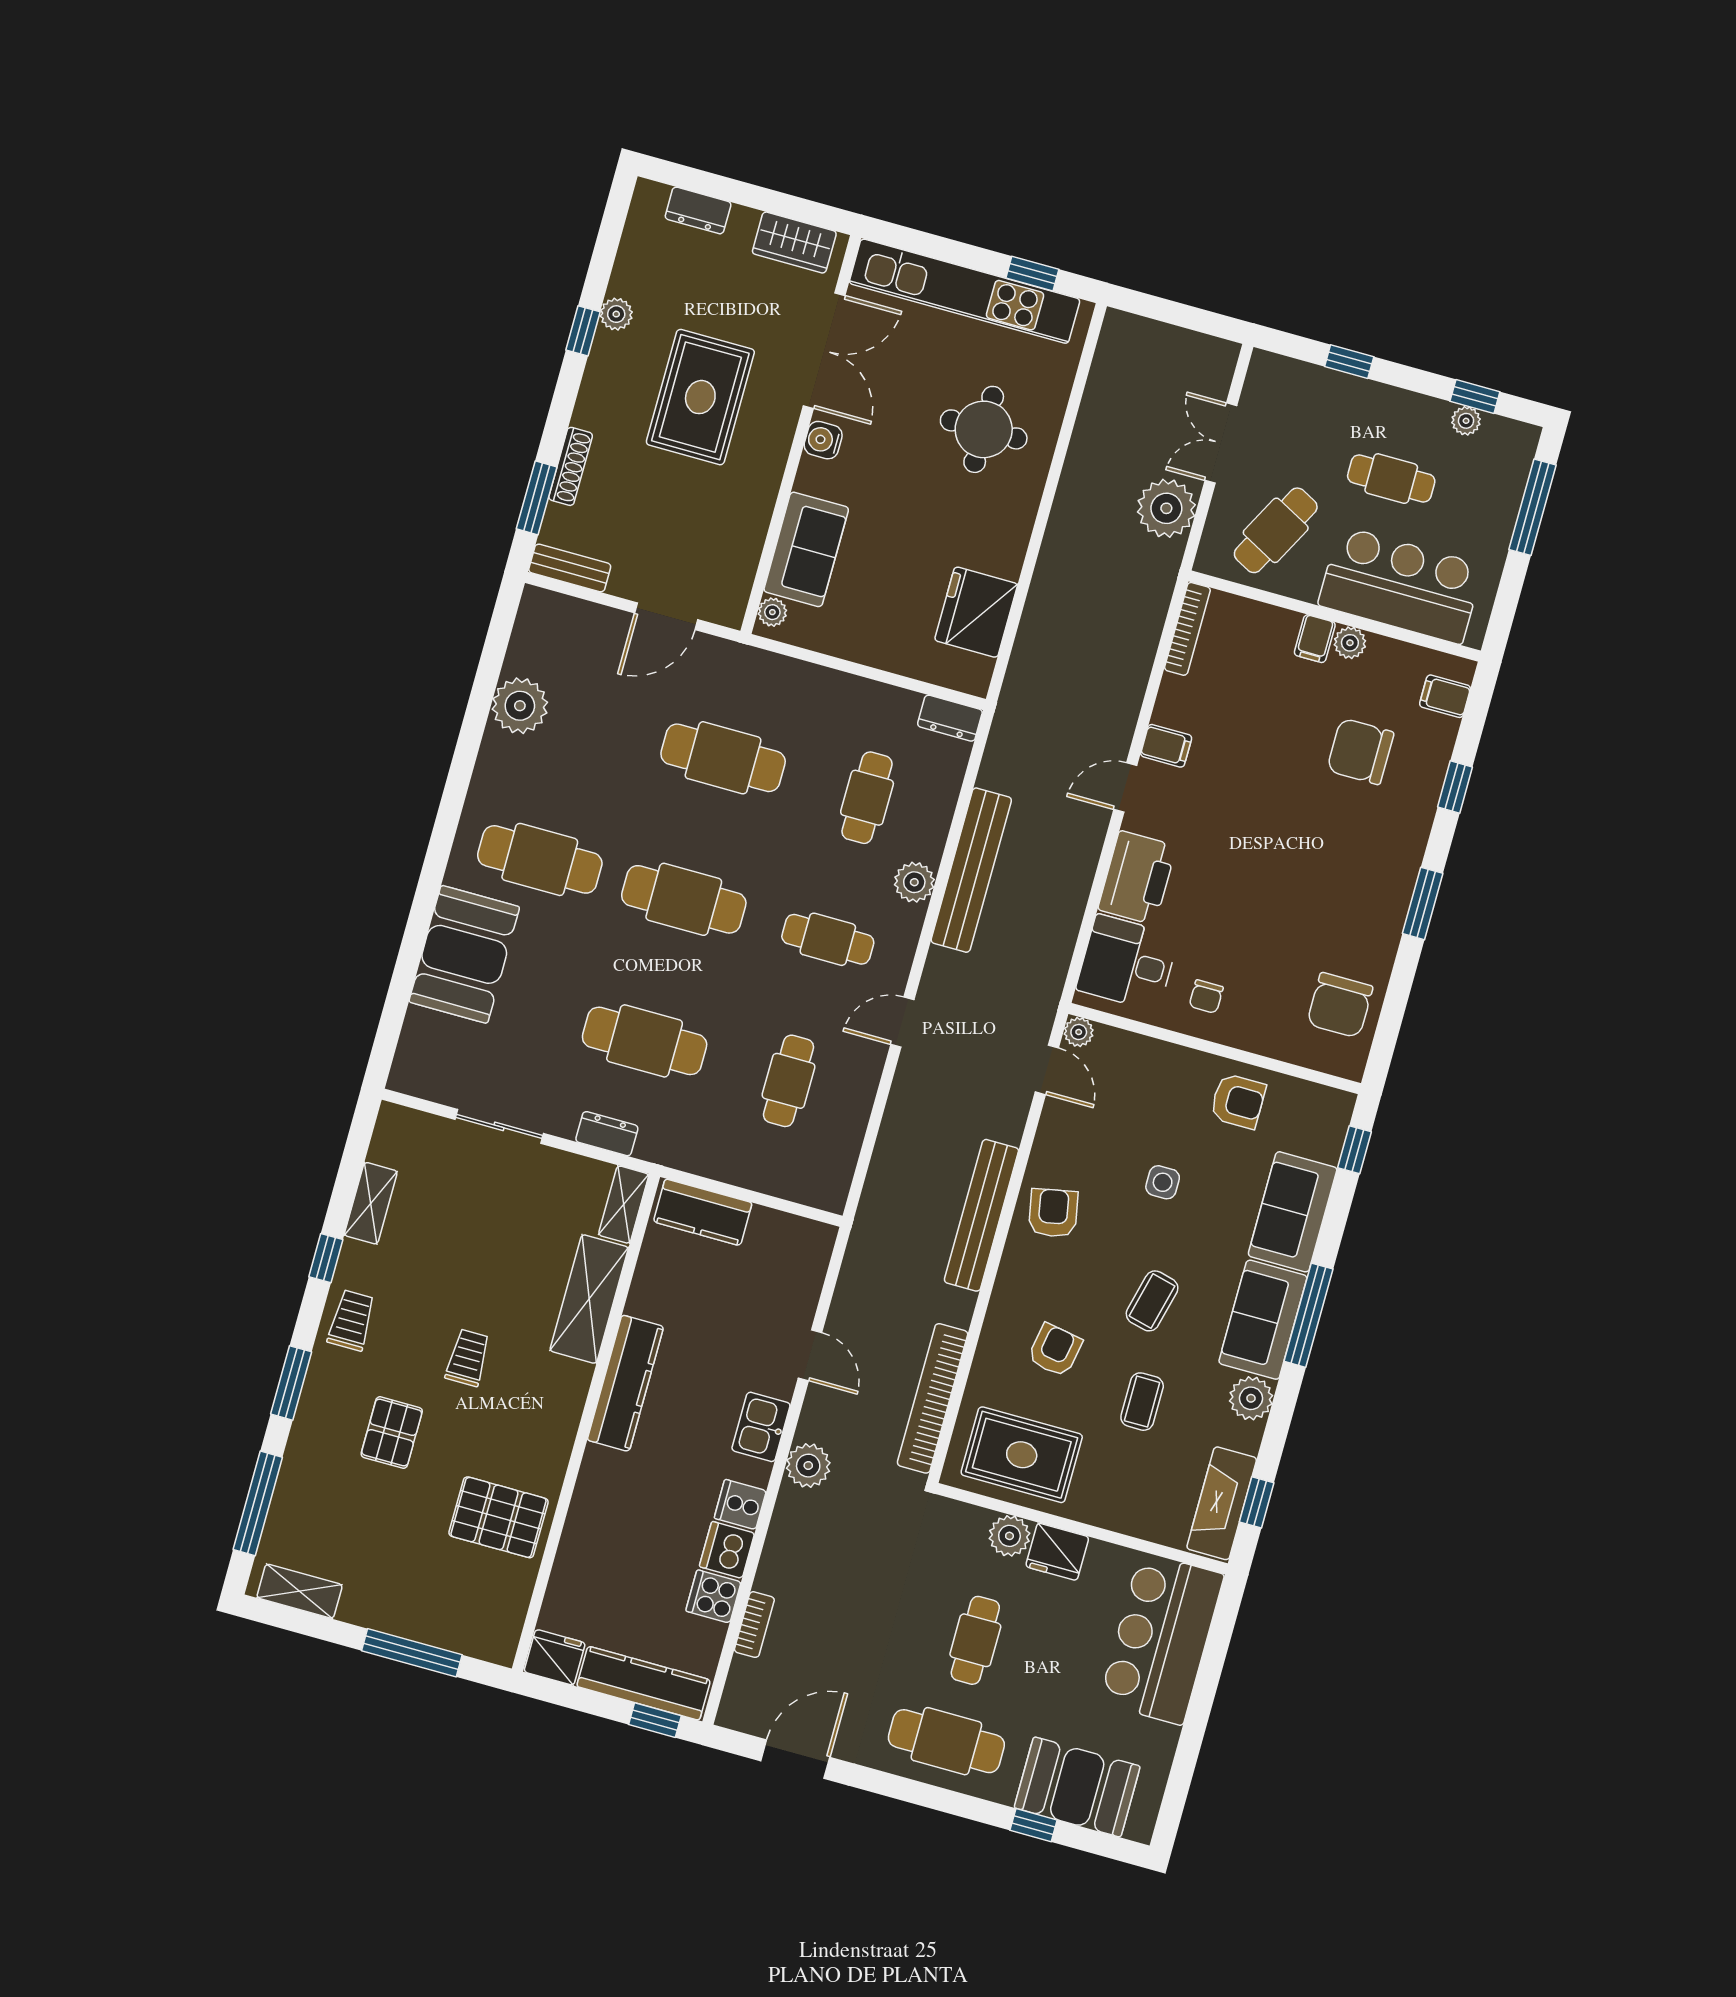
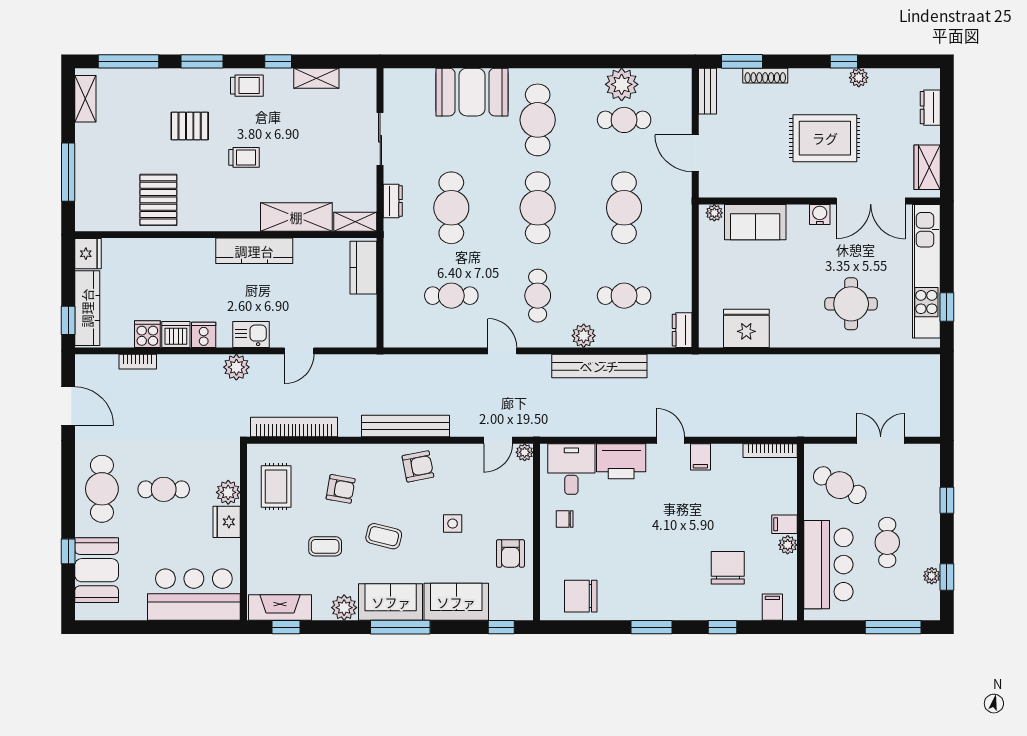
plant: (1166, 508) -> (835, 420), removed
cafe table: (579, 718) -> (624, 120), added
rug: (1022, 1455) -> (276, 486), width x0.73, depth x0.70

